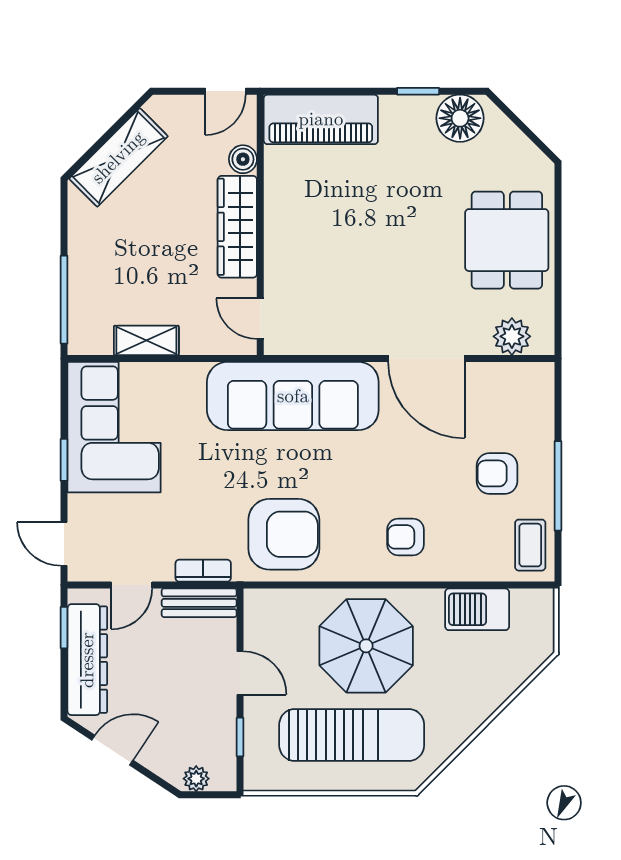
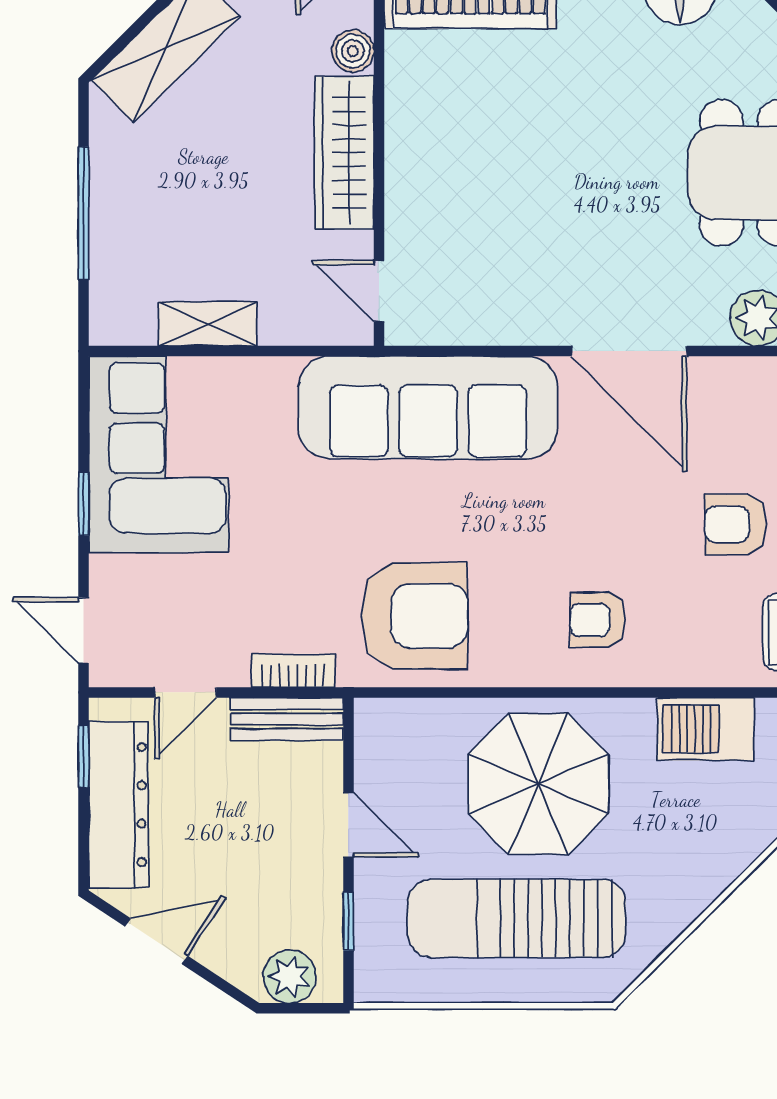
window: (64, 300) -> (84, 213), moved
sun lounger: (352, 735) -> (517, 918), turned 180
plant: (196, 779) -> (290, 977), width x1.38, depth x1.38

